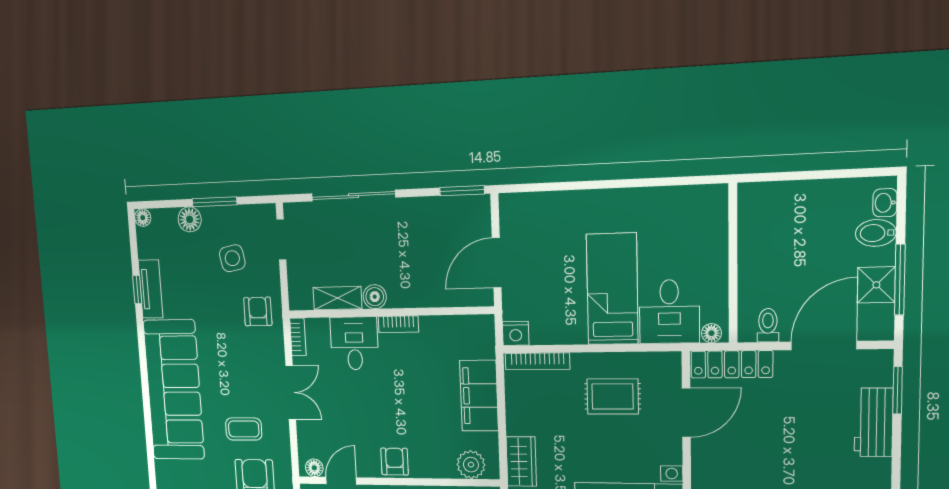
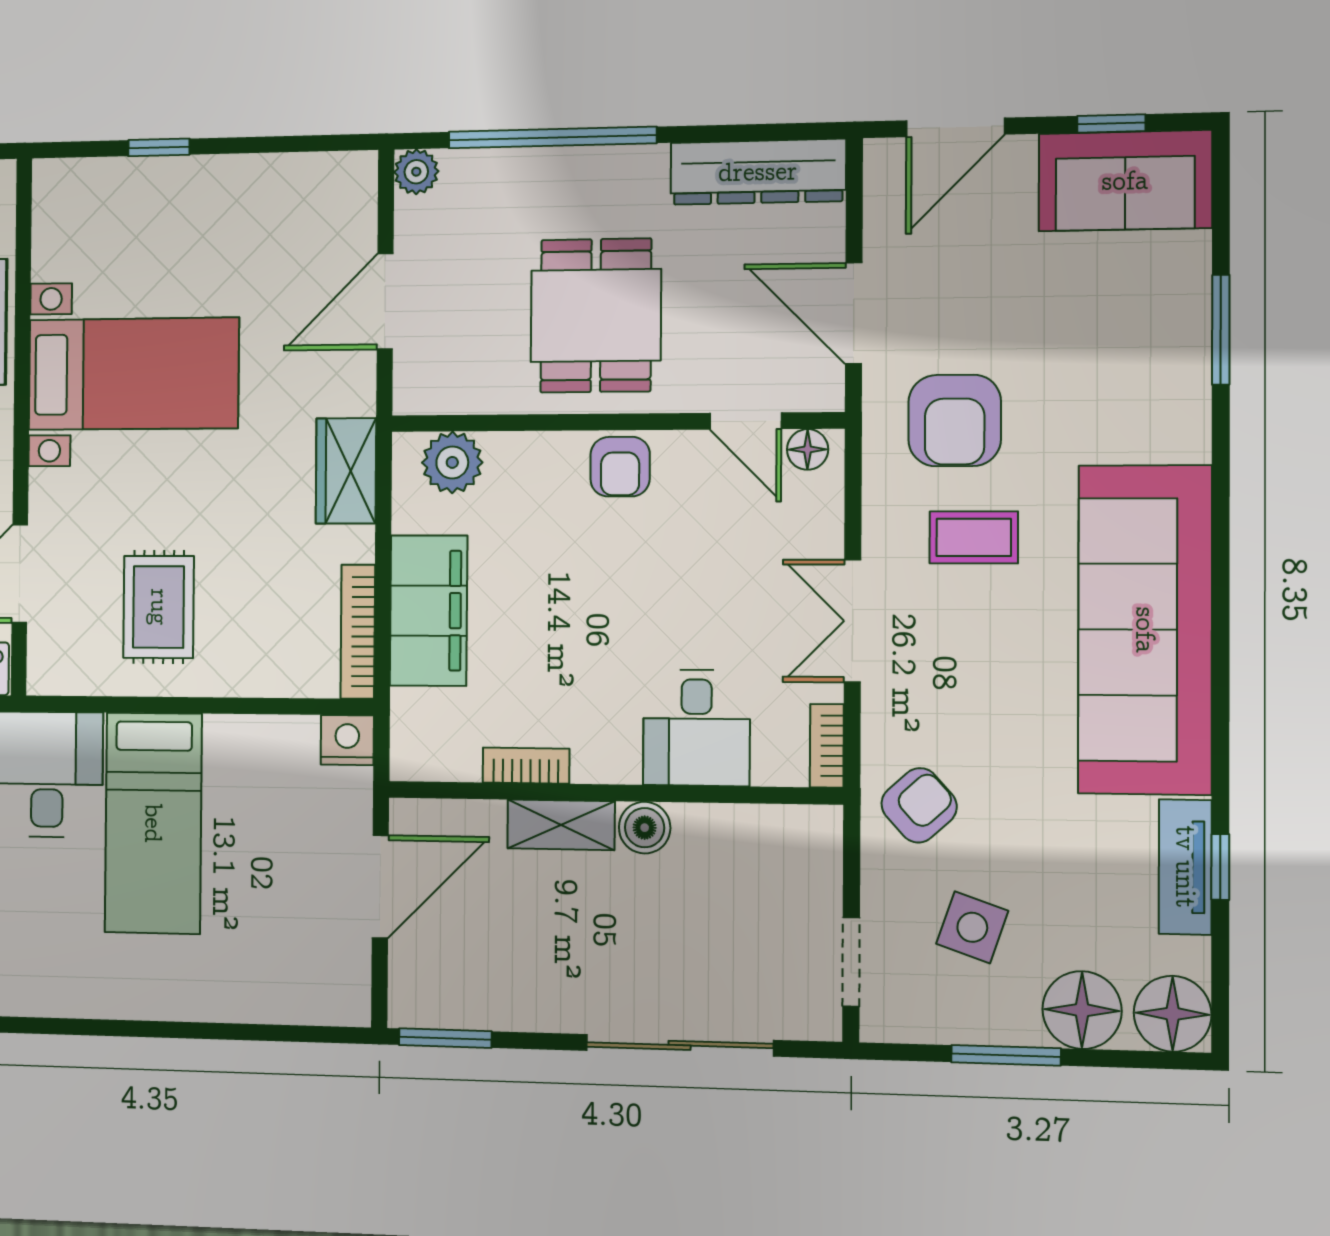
floor lamp: (143, 218) -> (1173, 1014), width x1.89, depth x1.89
floor lamp: (190, 219) -> (1082, 1010), width x1.38, depth x1.38
side table: (232, 258) -> (972, 927), turned 30
shelving: (337, 298) -> (561, 825), moved
armchair: (258, 312) -> (919, 805), turned -132
bookcase: (398, 324) -> (526, 766), moved
bookcase: (537, 361) -> (358, 632), moved, turned -90
rug: (613, 396) -> (159, 607), turned 90
door: (341, 481) -> (746, 421), hinge flipped

